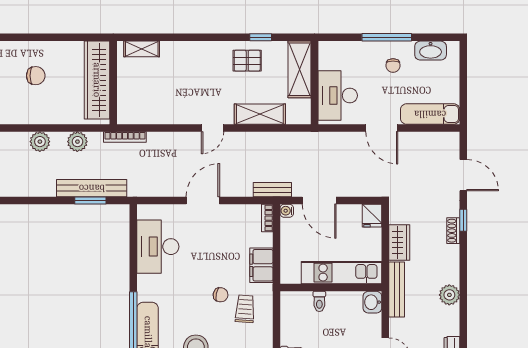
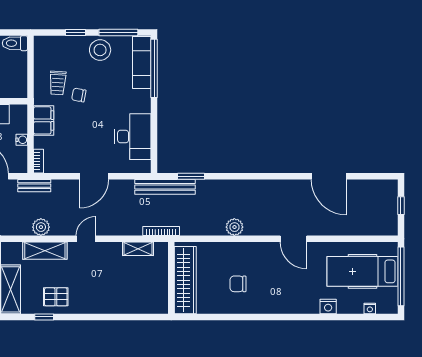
shelving: (142, 49) -> (138, 249), moved
plant: (77, 142) -> (41, 227), moved
bench: (92, 188) -> (165, 187), moved
water cooler: (287, 211) -> (22, 140), moved

